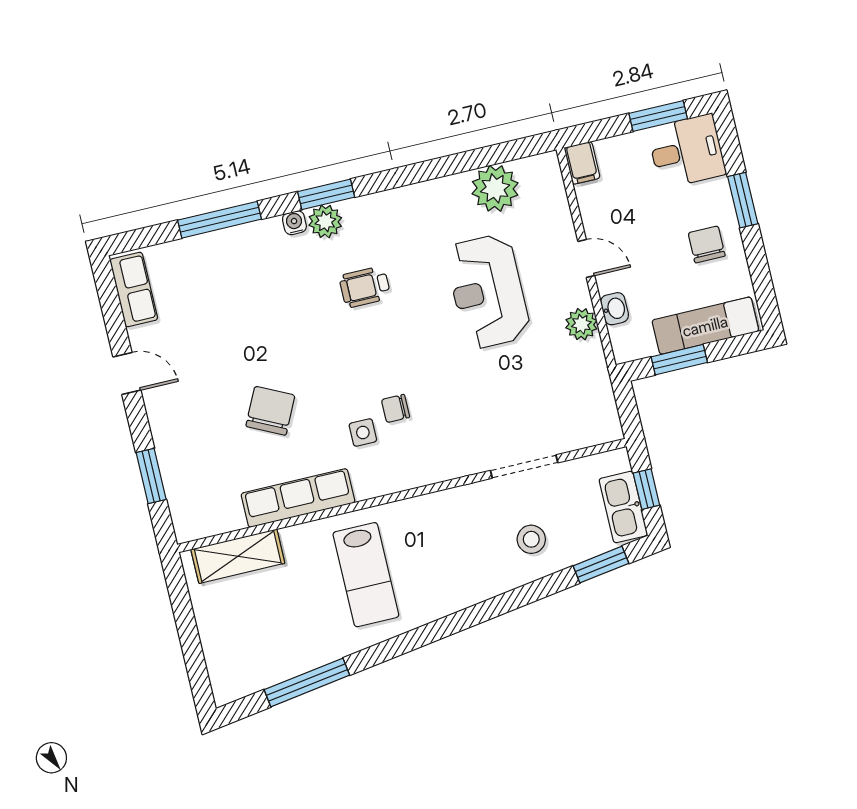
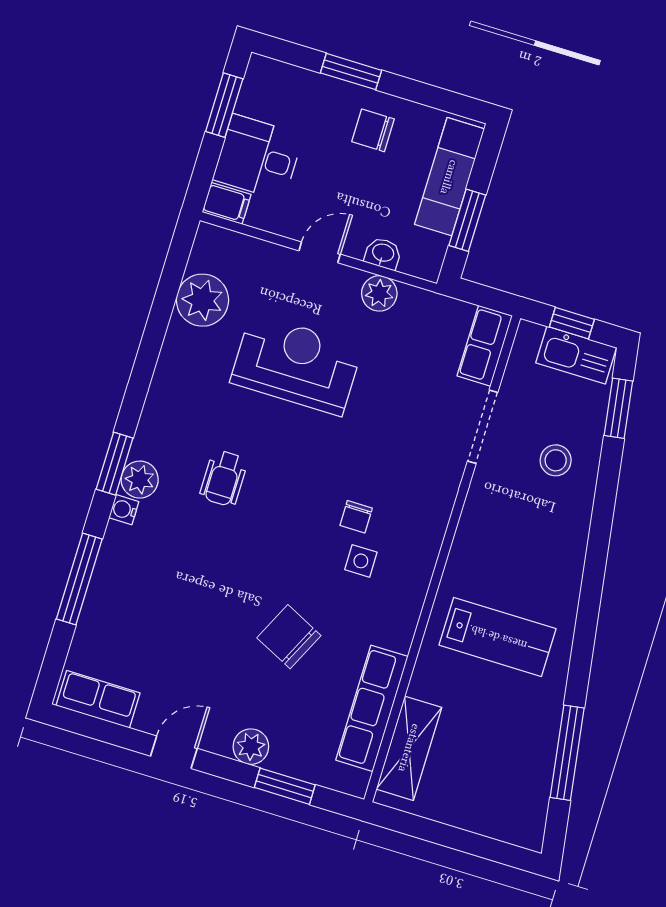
desk: (687, 151) -> (258, 157), moved, turned -90
reception desk: (488, 292) -> (296, 364), turned 180
plant: (167, 431) -> (251, 747), added
row of seats: (589, 431) -> (485, 346), added
row of seats: (298, 498) -> (372, 708), moved

